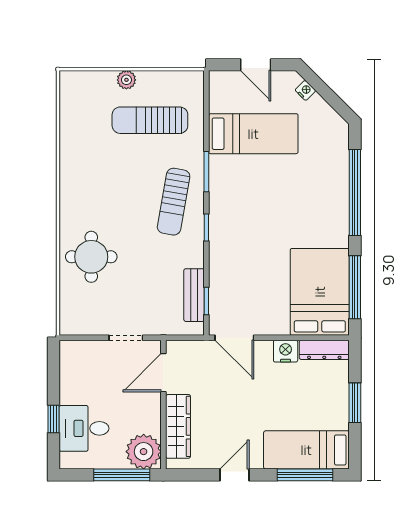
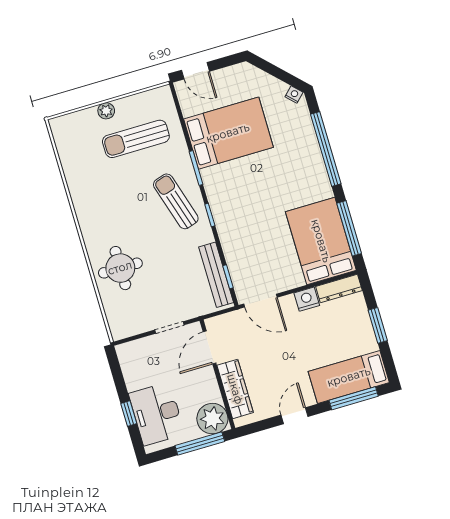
door: (256, 65) -> (195, 71), moved
nightstand: (305, 90) -> (294, 95), moved
bed: (253, 134) -> (228, 133), width x1.50
sun lounger: (174, 202) -> (176, 201), turned 153
bench: (194, 295) -> (216, 275), width x1.36
desk: (84, 428) -> (157, 414), width x1.37

